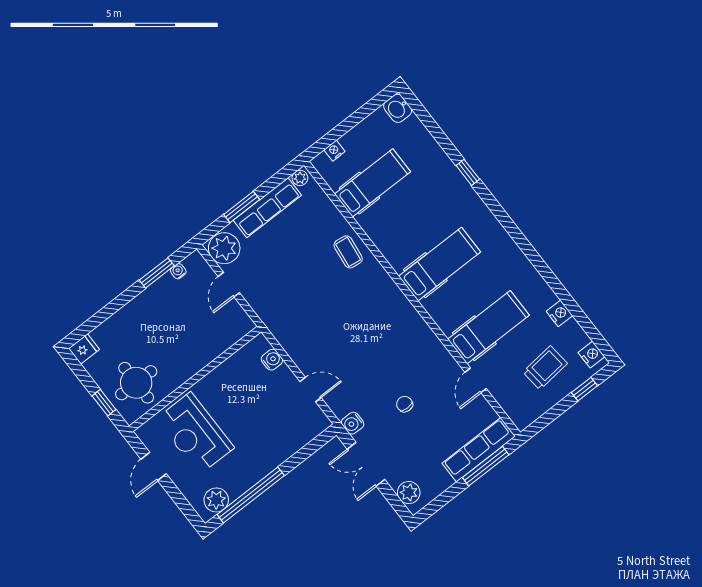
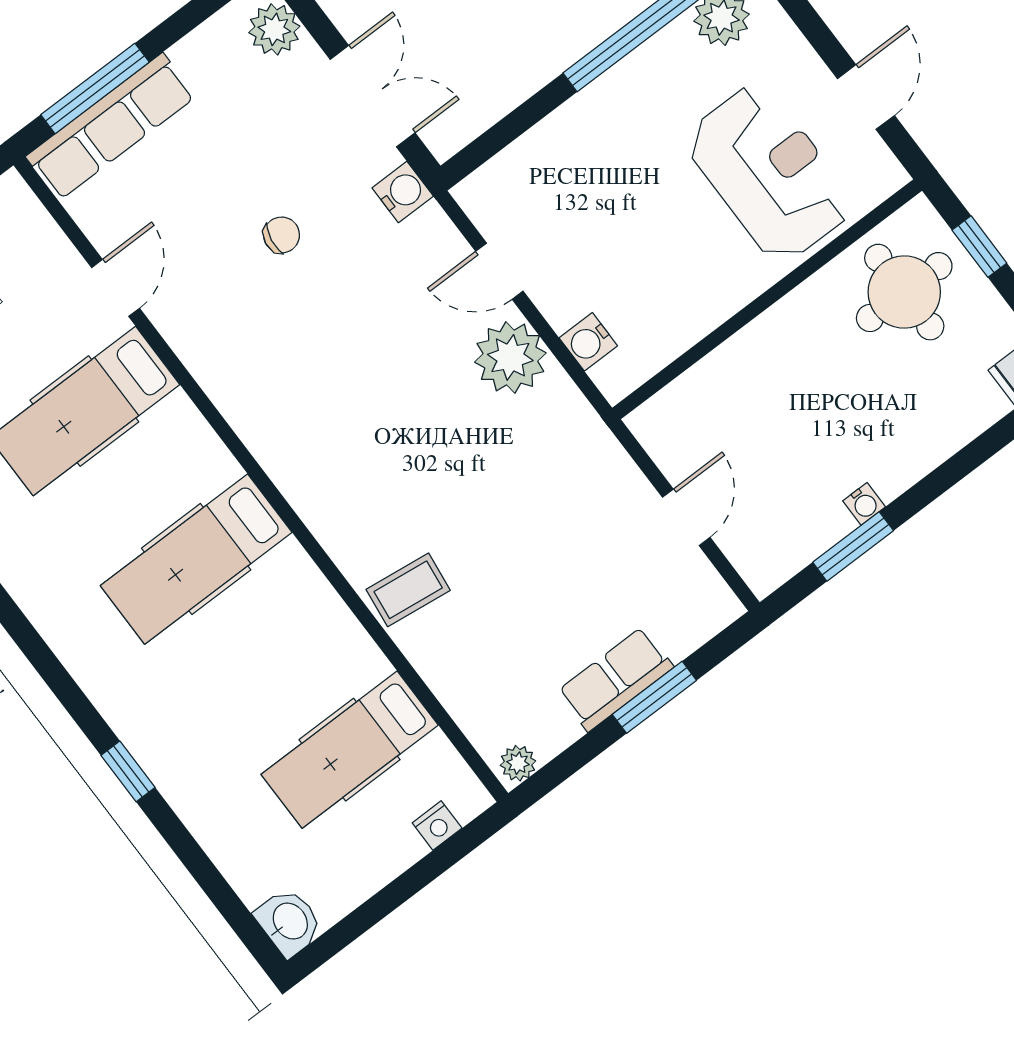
row of seats: (267, 208) -> (615, 679), width x0.68
plant: (224, 248) -> (510, 357), moved
coffee table: (348, 252) -> (408, 590), turned 90
water cooler: (178, 271) -> (864, 504), moved
chair: (405, 404) -> (281, 235), turned -81

